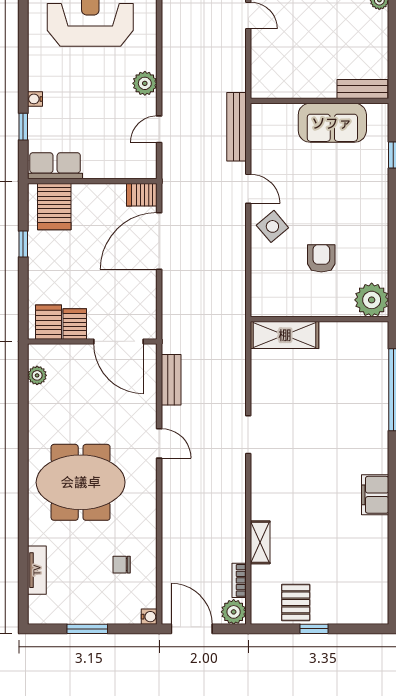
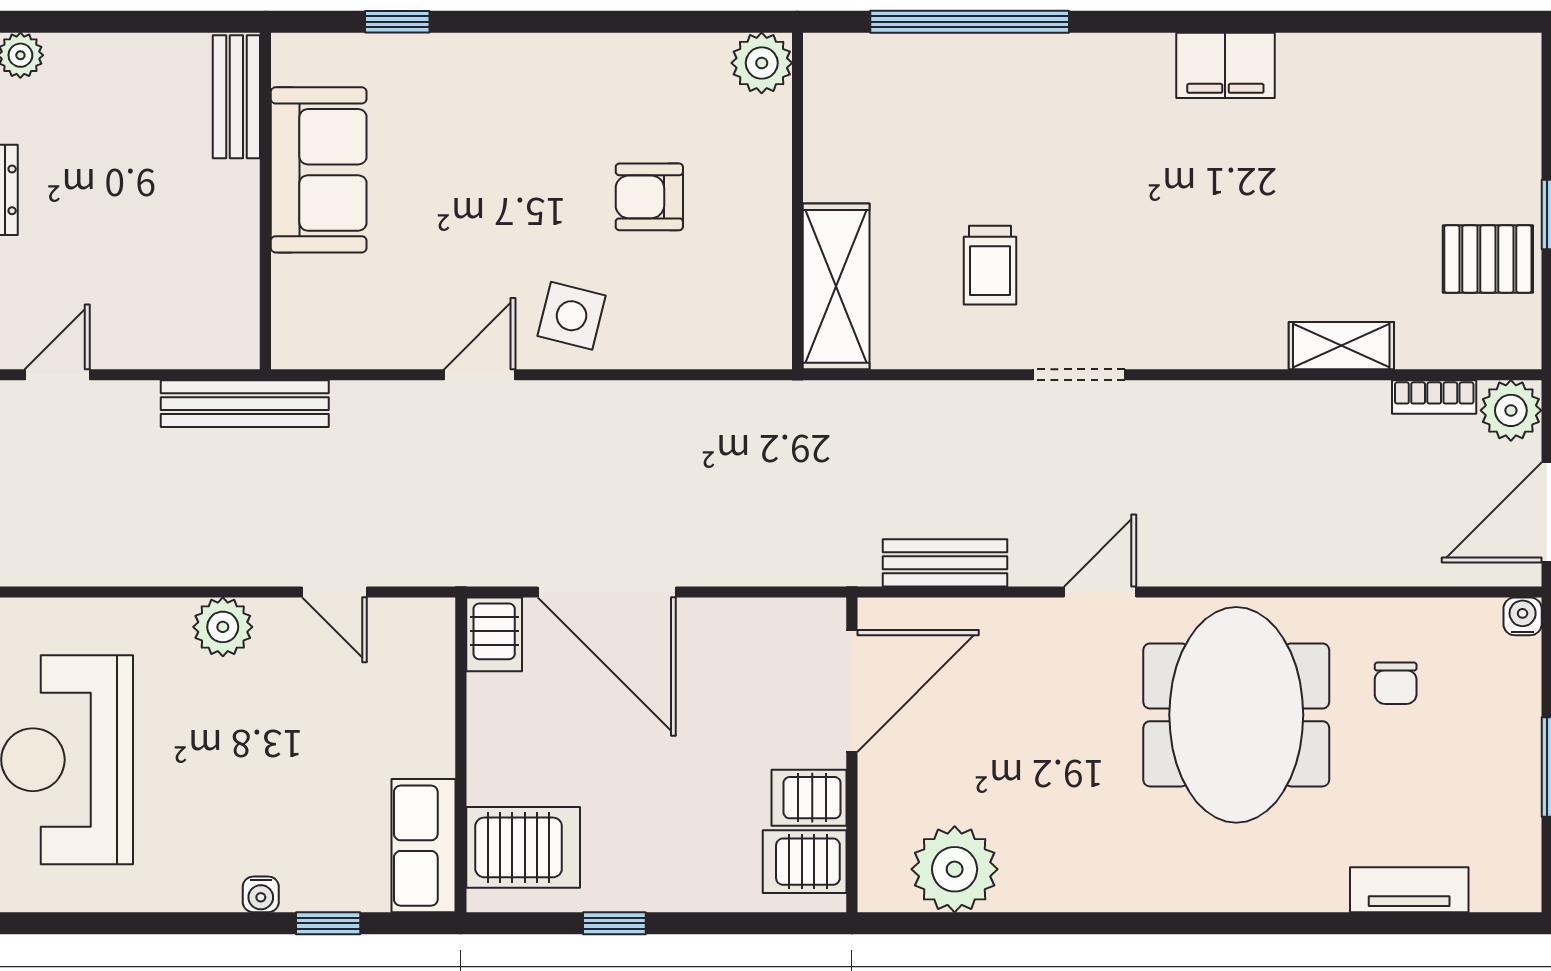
bench: (236, 127) -> (245, 404), moved
side table: (272, 226) -> (572, 316), turned -36
plant: (372, 300) -> (762, 63), width x0.73, depth x0.73
plant: (37, 375) -> (955, 869), width x1.87, depth x1.87
trolley: (293, 398) -> (990, 265), added
meeting table: (81, 482) -> (1236, 715), moved

